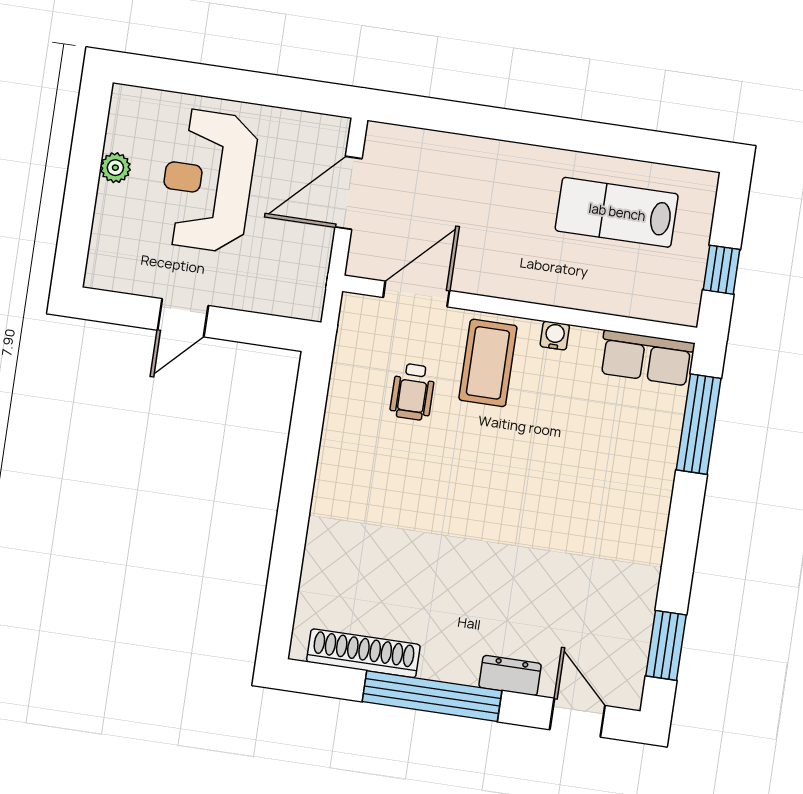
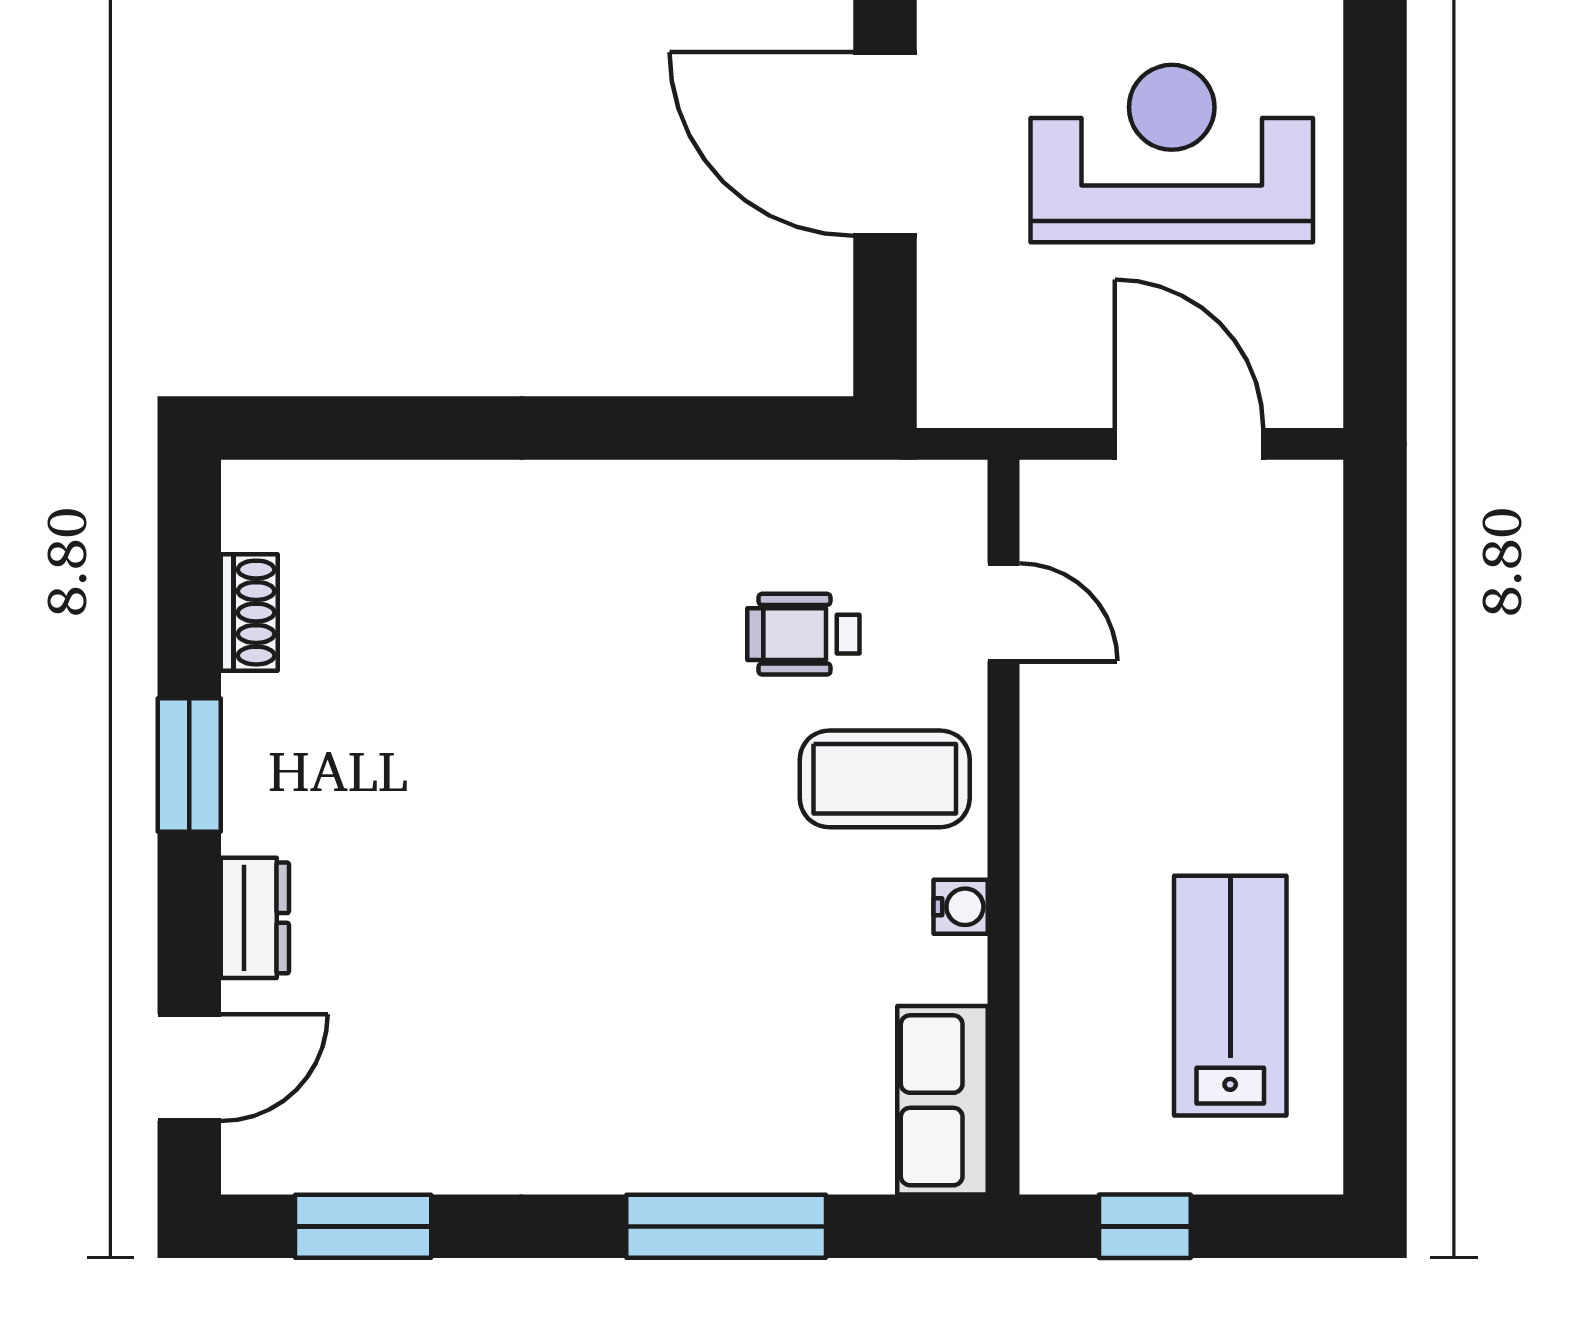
door: (416, 294) -> (1003, 612), width x0.73
door: (183, 318) -> (885, 144), width x1.88
window: (699, 424) -> (726, 1226), moved
shoe rack: (363, 653) -> (249, 613), width x0.51, depth x0.81
window: (432, 696) -> (189, 765), width x0.47

